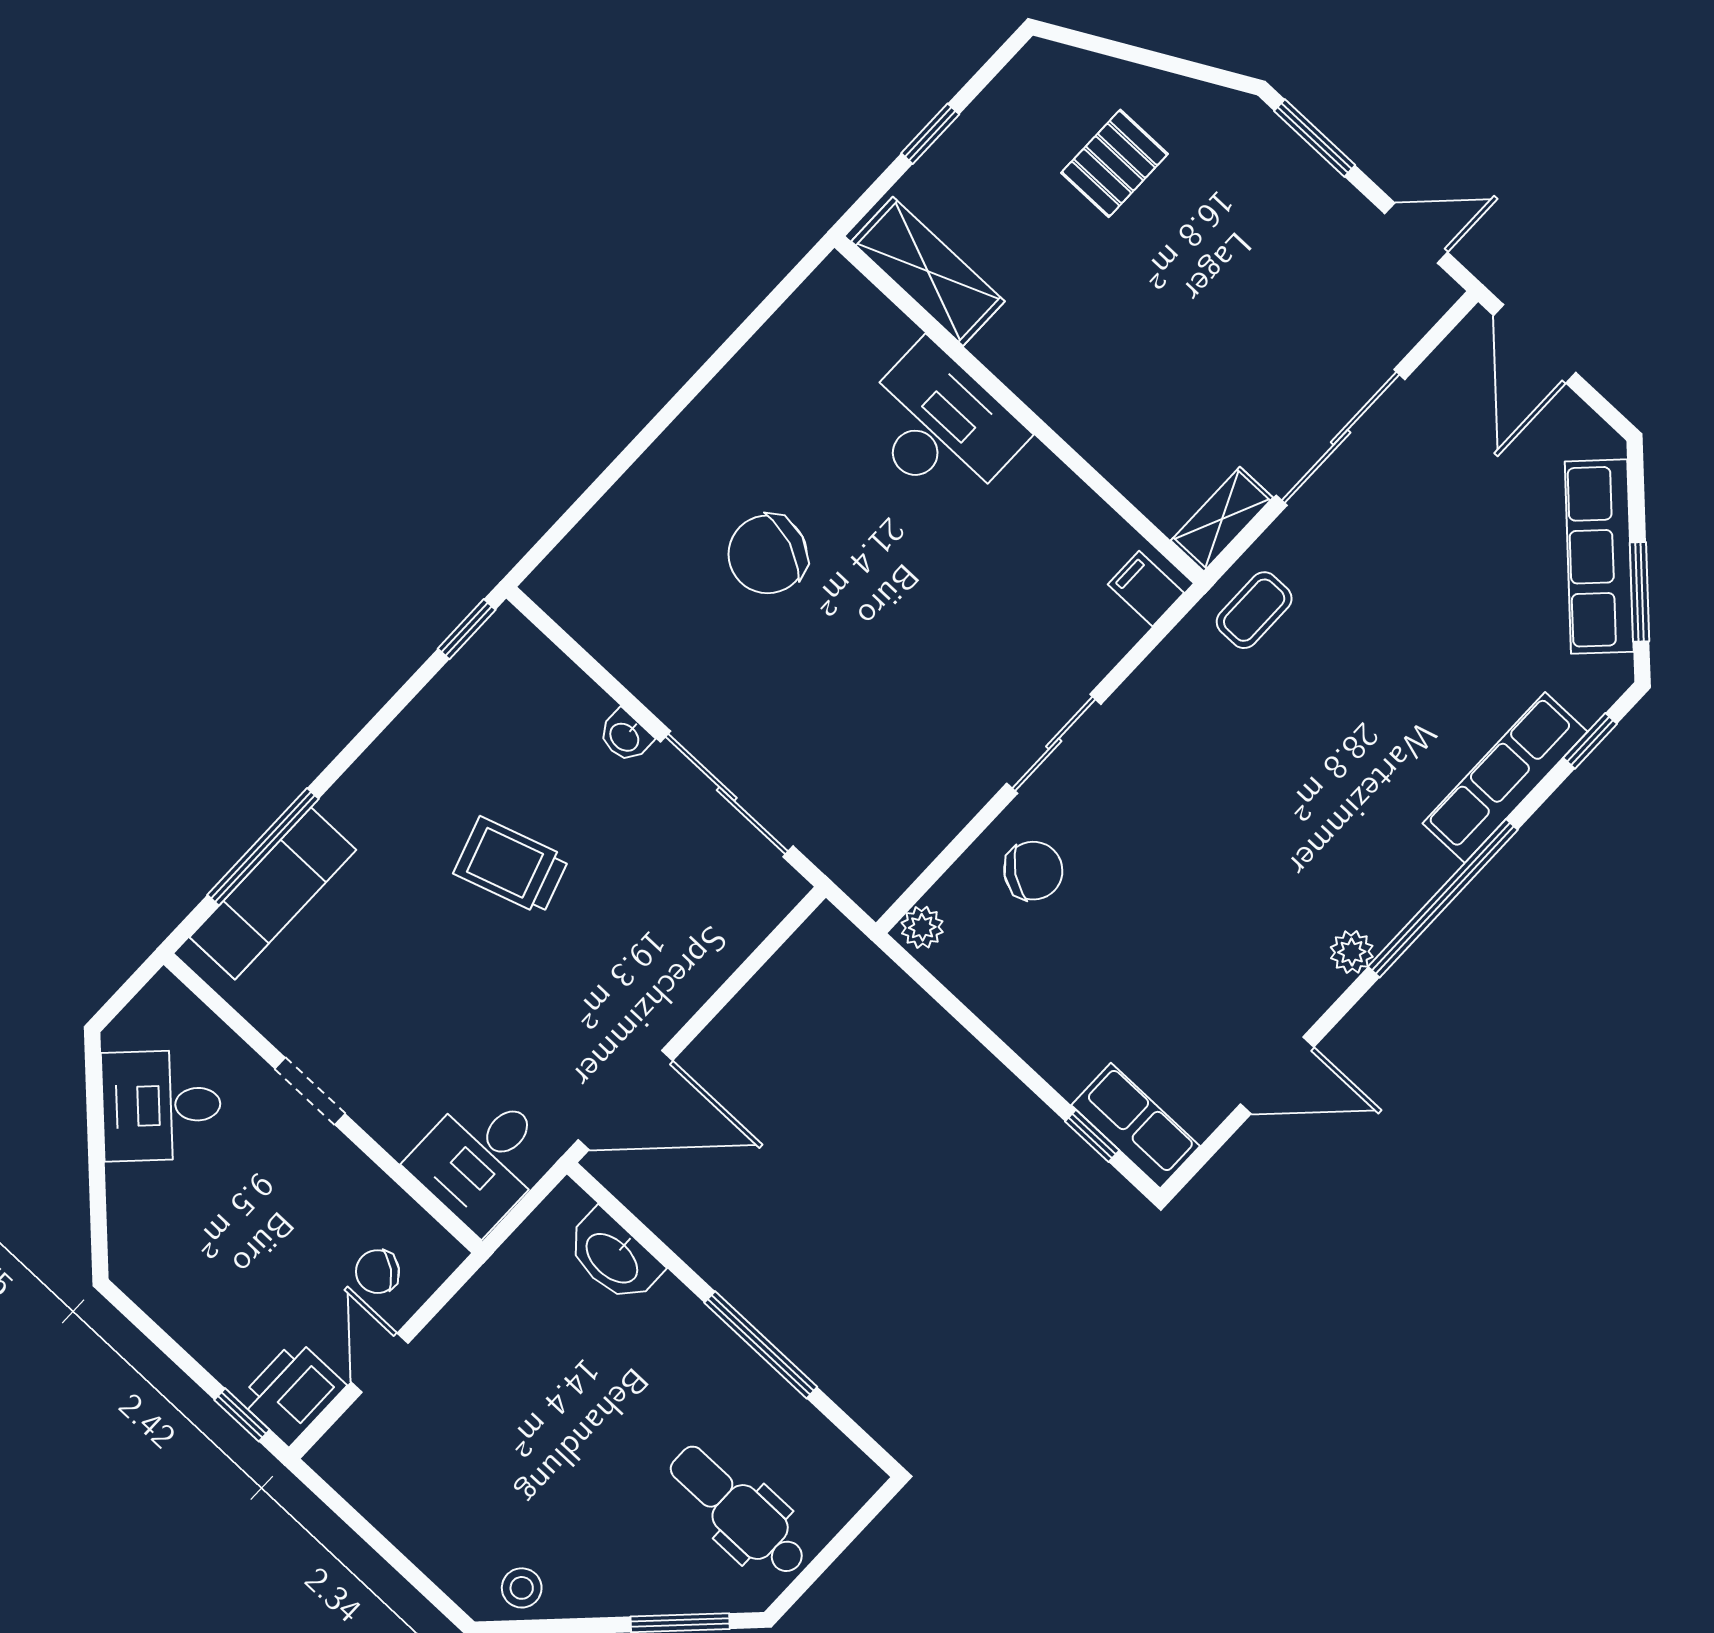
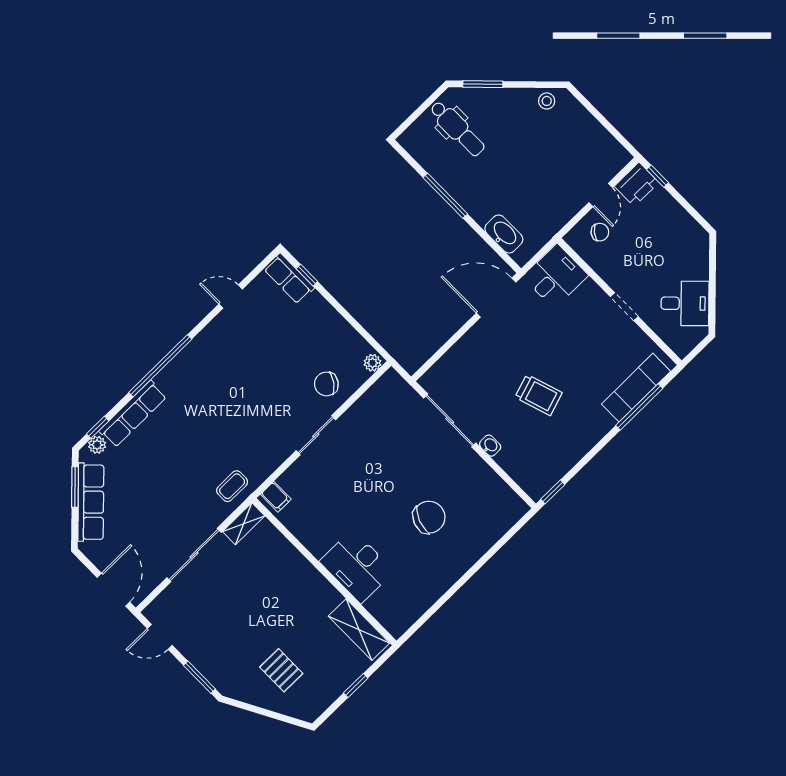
pallet: (1114, 163) -> (281, 670), turned 90
plant: (1352, 952) -> (97, 445), moved
door: (1277, 1075) -> (231, 297), width x0.73

